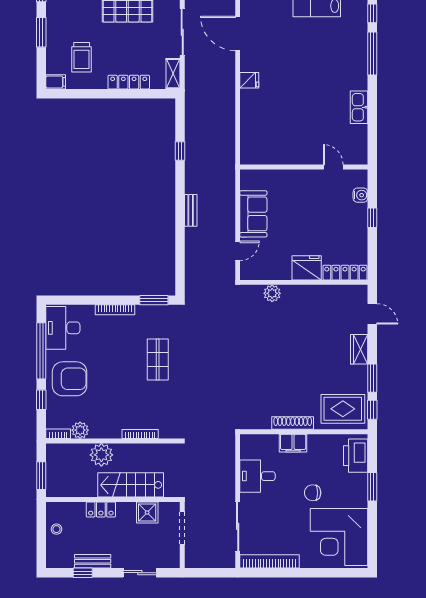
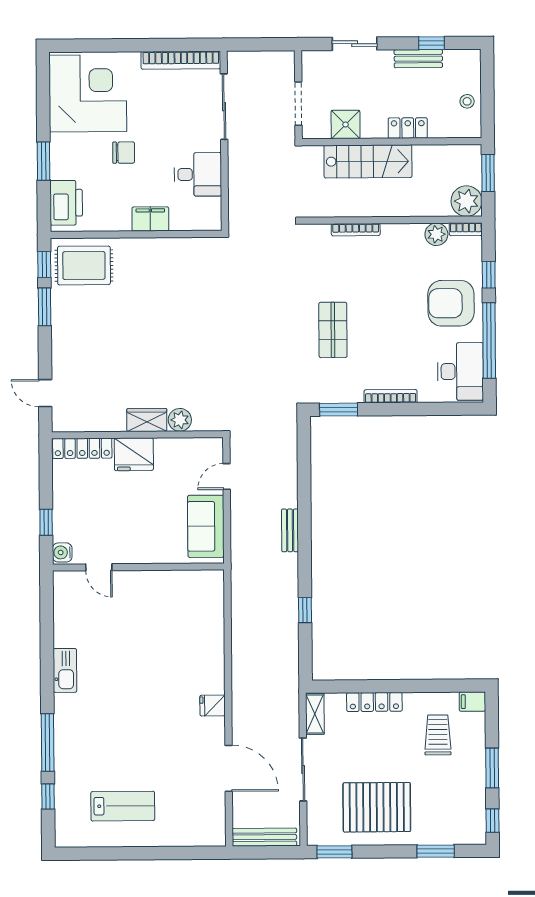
wall: (304, 167) -> (138, 567), moved
door: (333, 167) -> (99, 567), moved
wardrobe: (359, 349) -> (147, 420), moved, turned -90
shoe rack: (293, 423) -> (151, 246), removed
plant: (101, 455) -> (466, 201), moved

